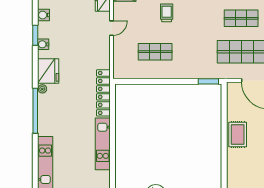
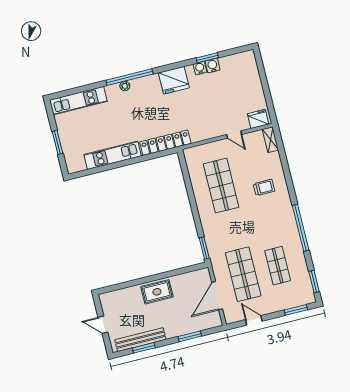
water cooler: (44, 15) -> (213, 66), moved
shop shelf: (155, 52) -> (221, 186), width x1.43, depth x1.36
plant: (42, 89) -> (125, 86), moved

